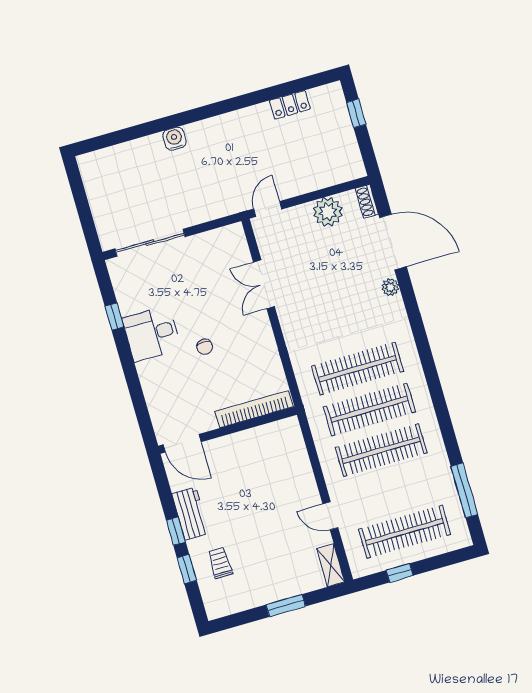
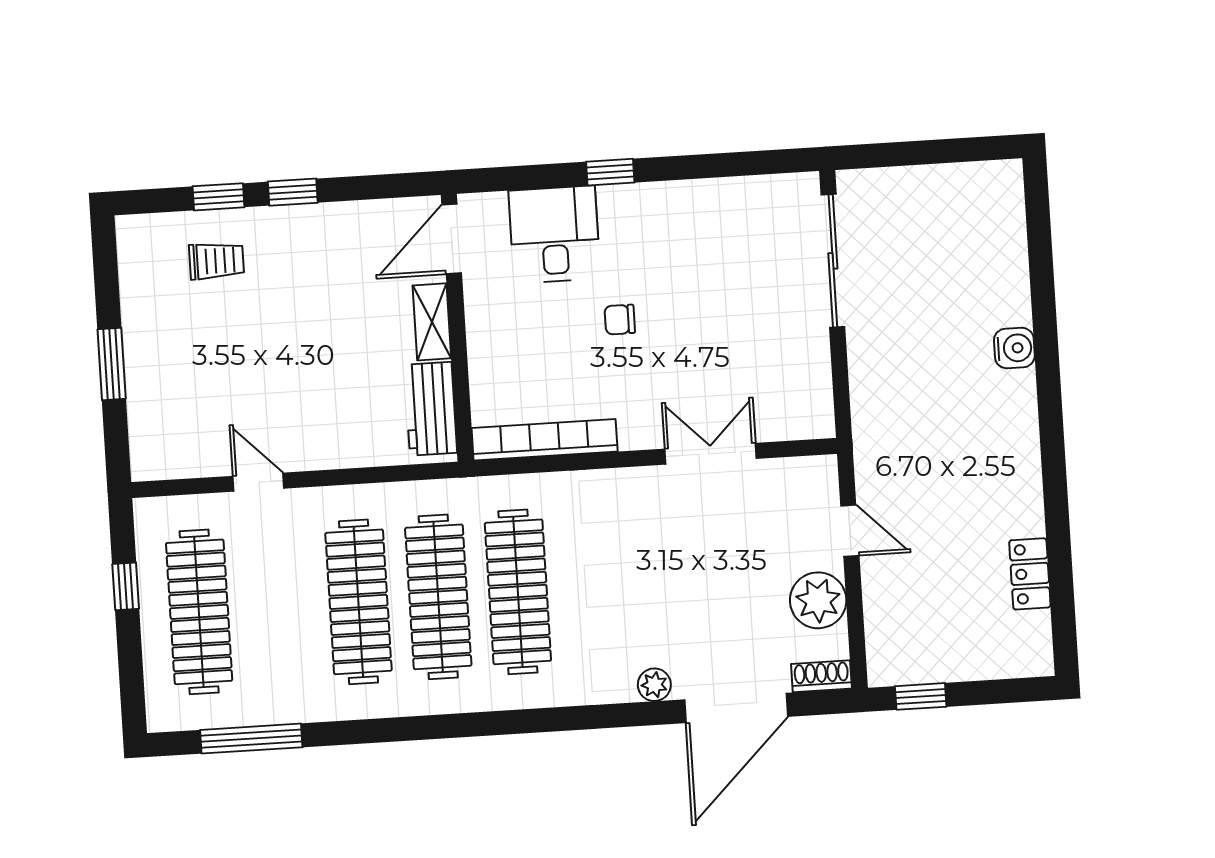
window: (356, 113) -> (921, 696), moved
door: (268, 209) -> (850, 531), moved
window: (114, 317) -> (610, 172), moved
desk: (152, 334) -> (554, 234), moved
bookcase: (254, 409) -> (545, 440), moved, turned -90
workbench: (190, 514) -> (431, 409), moved, turned 90
door: (330, 516) -> (258, 482), hinge flipped
shelving: (331, 565) -> (432, 322), moved, turned 90

